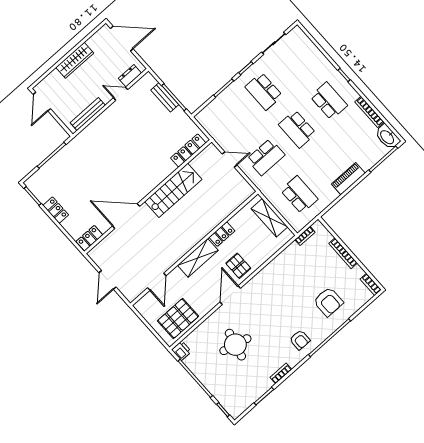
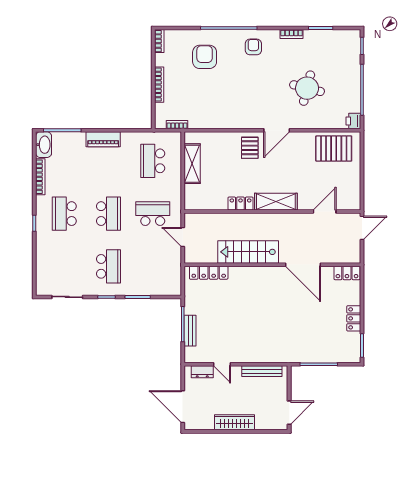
locker: (222, 234) -> (241, 204), moved
wall: (194, 249) -> (272, 212), moved
shelving: (198, 258) -> (276, 202), moved
door: (157, 282) -> (325, 212), moved

